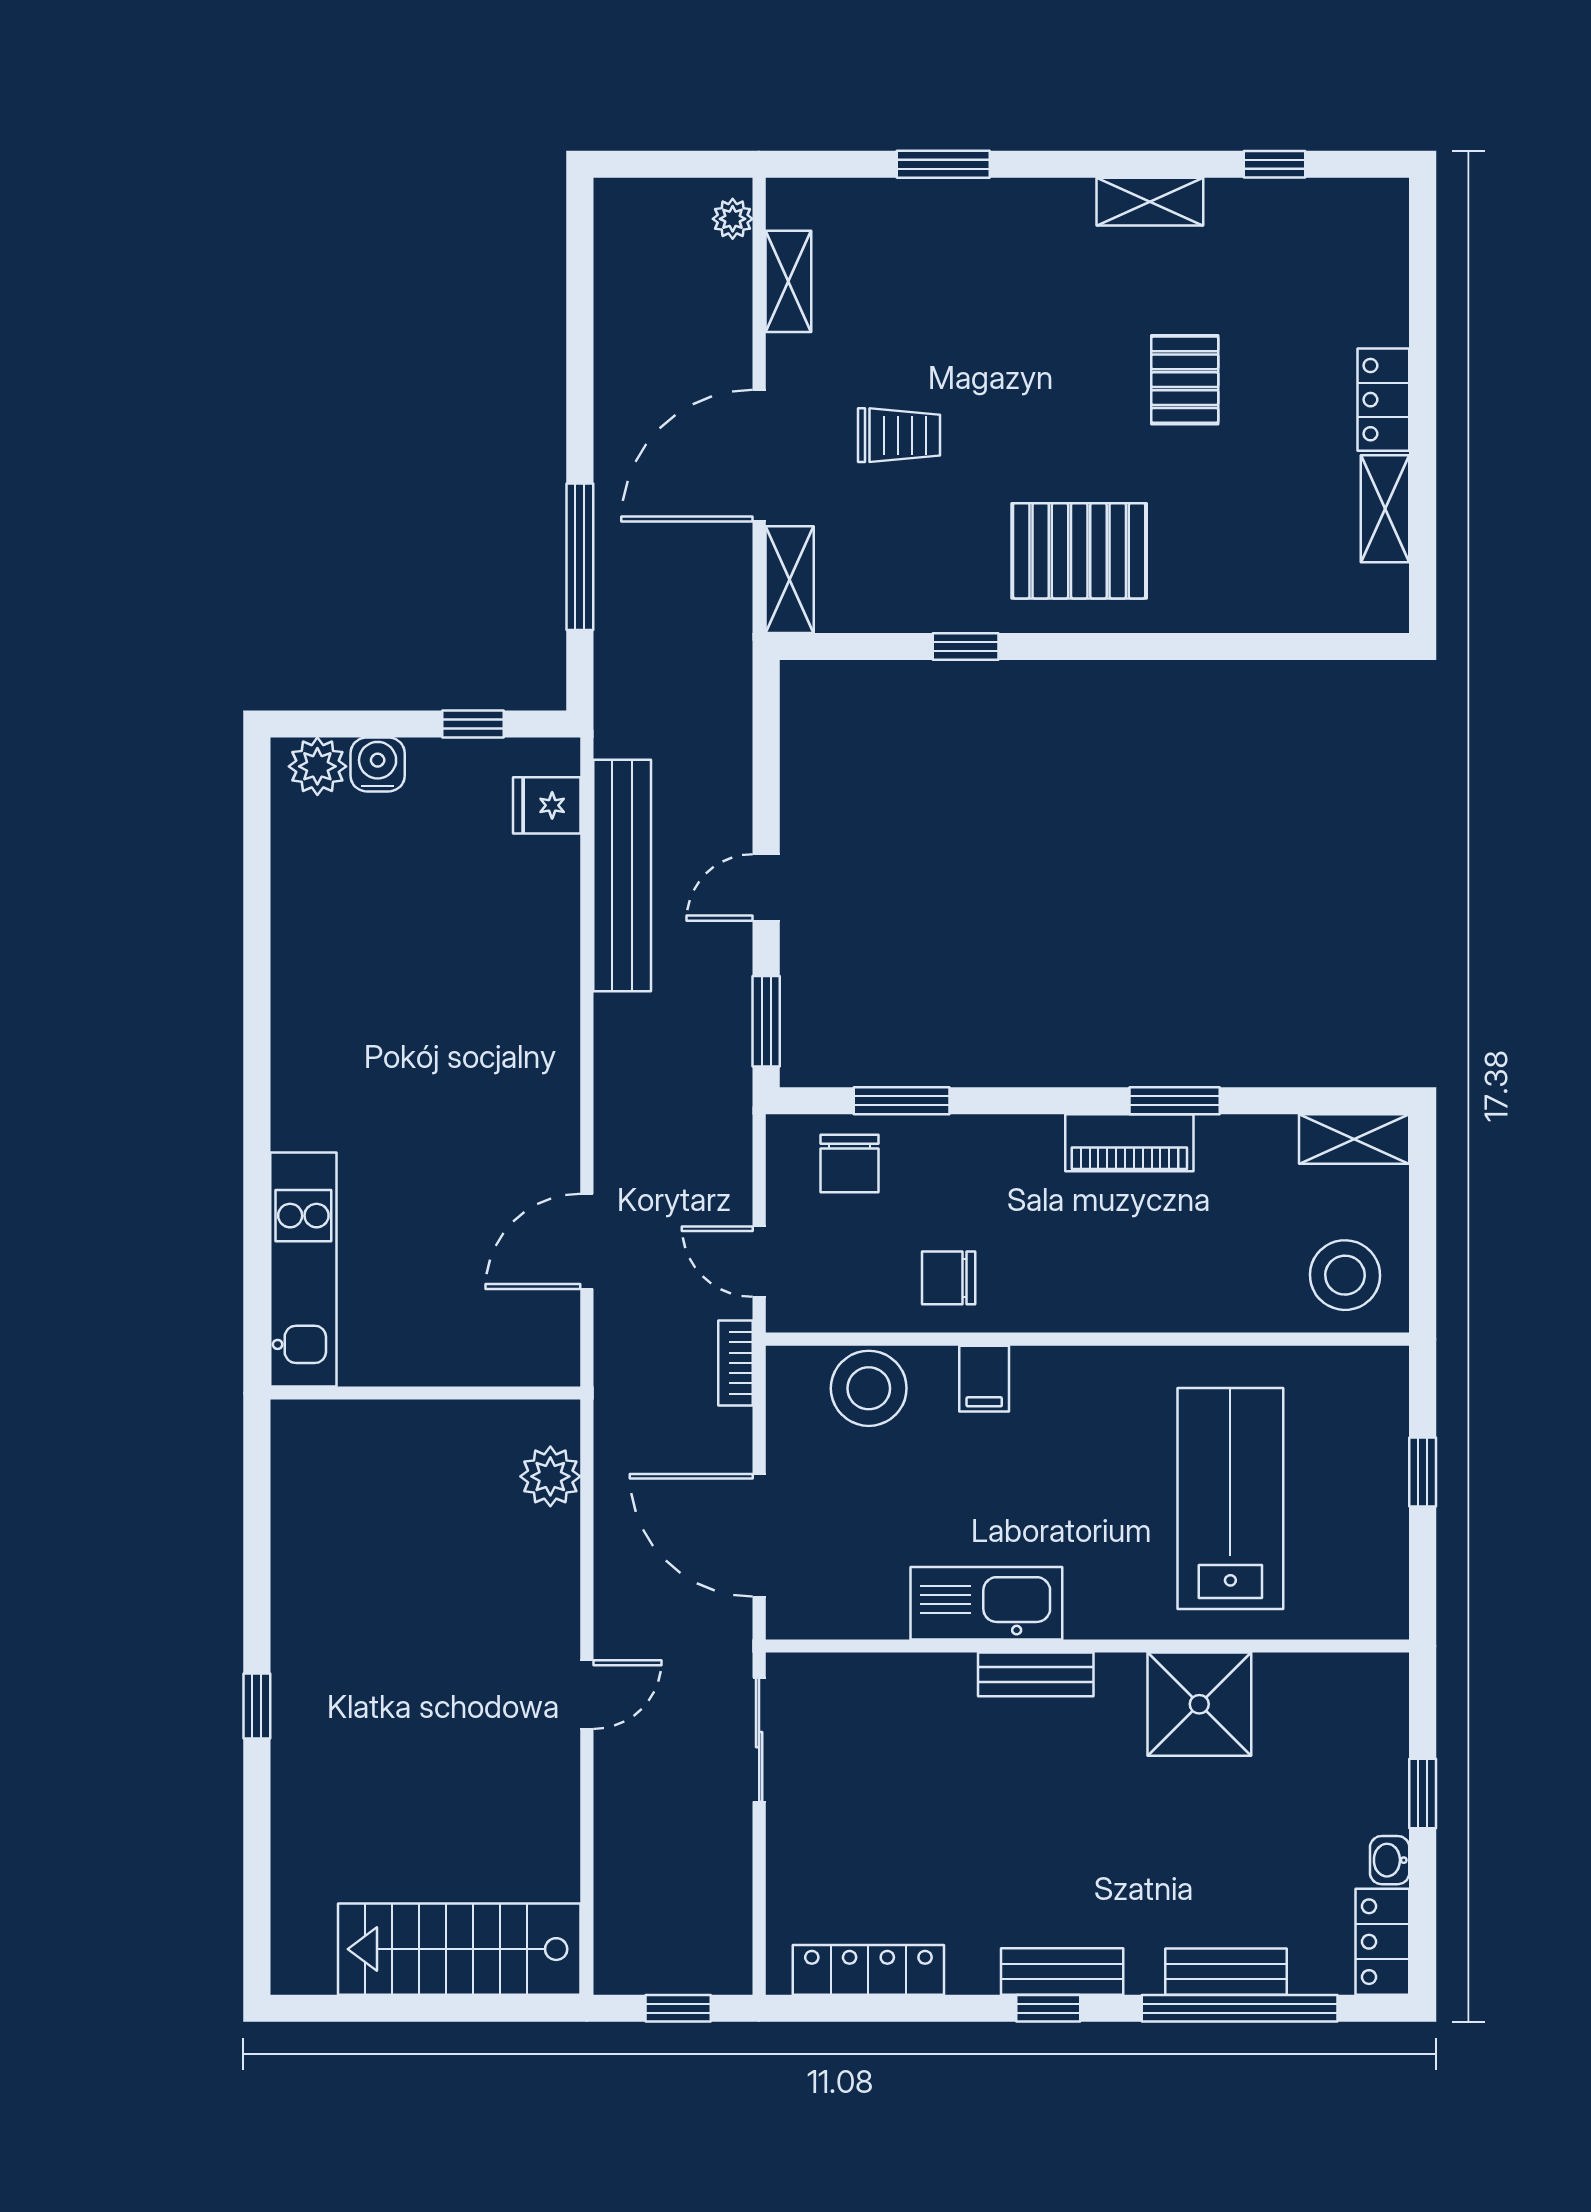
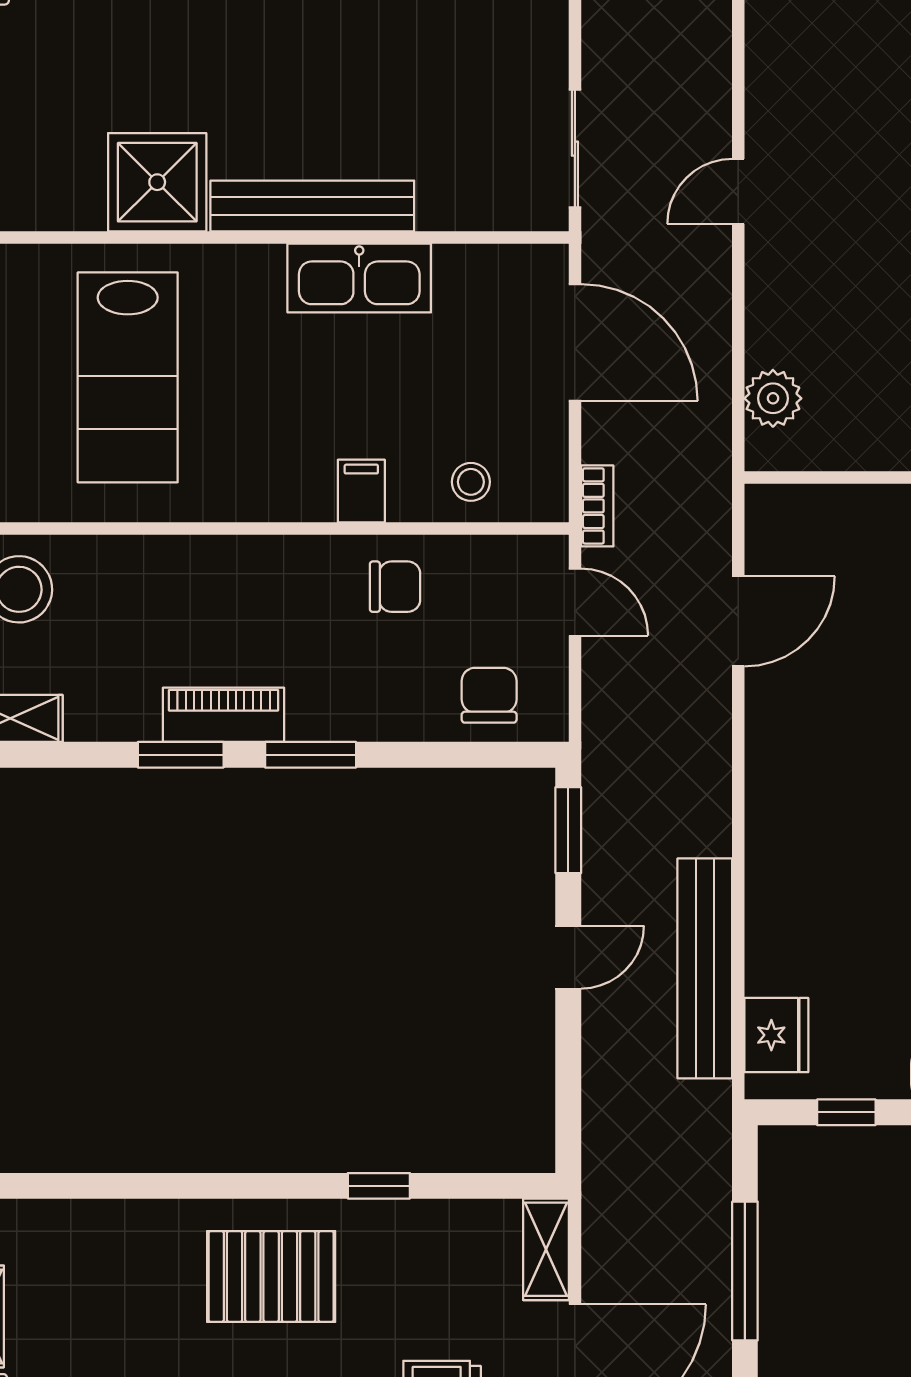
fridge: (547, 805) -> (776, 1035), width x1.38
window: (902, 1101) -> (311, 755), moved
stool: (869, 1388) -> (471, 482), width x0.53, depth x0.53
bench: (1036, 1674) -> (312, 206), width x1.86, depth x1.21

